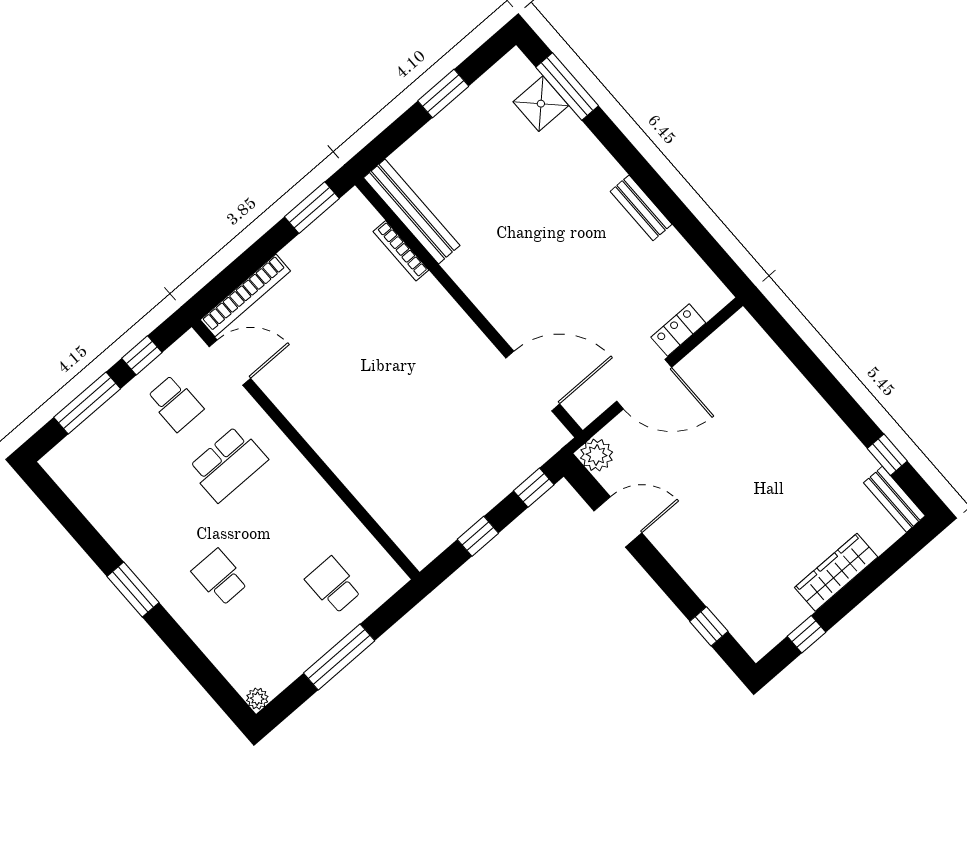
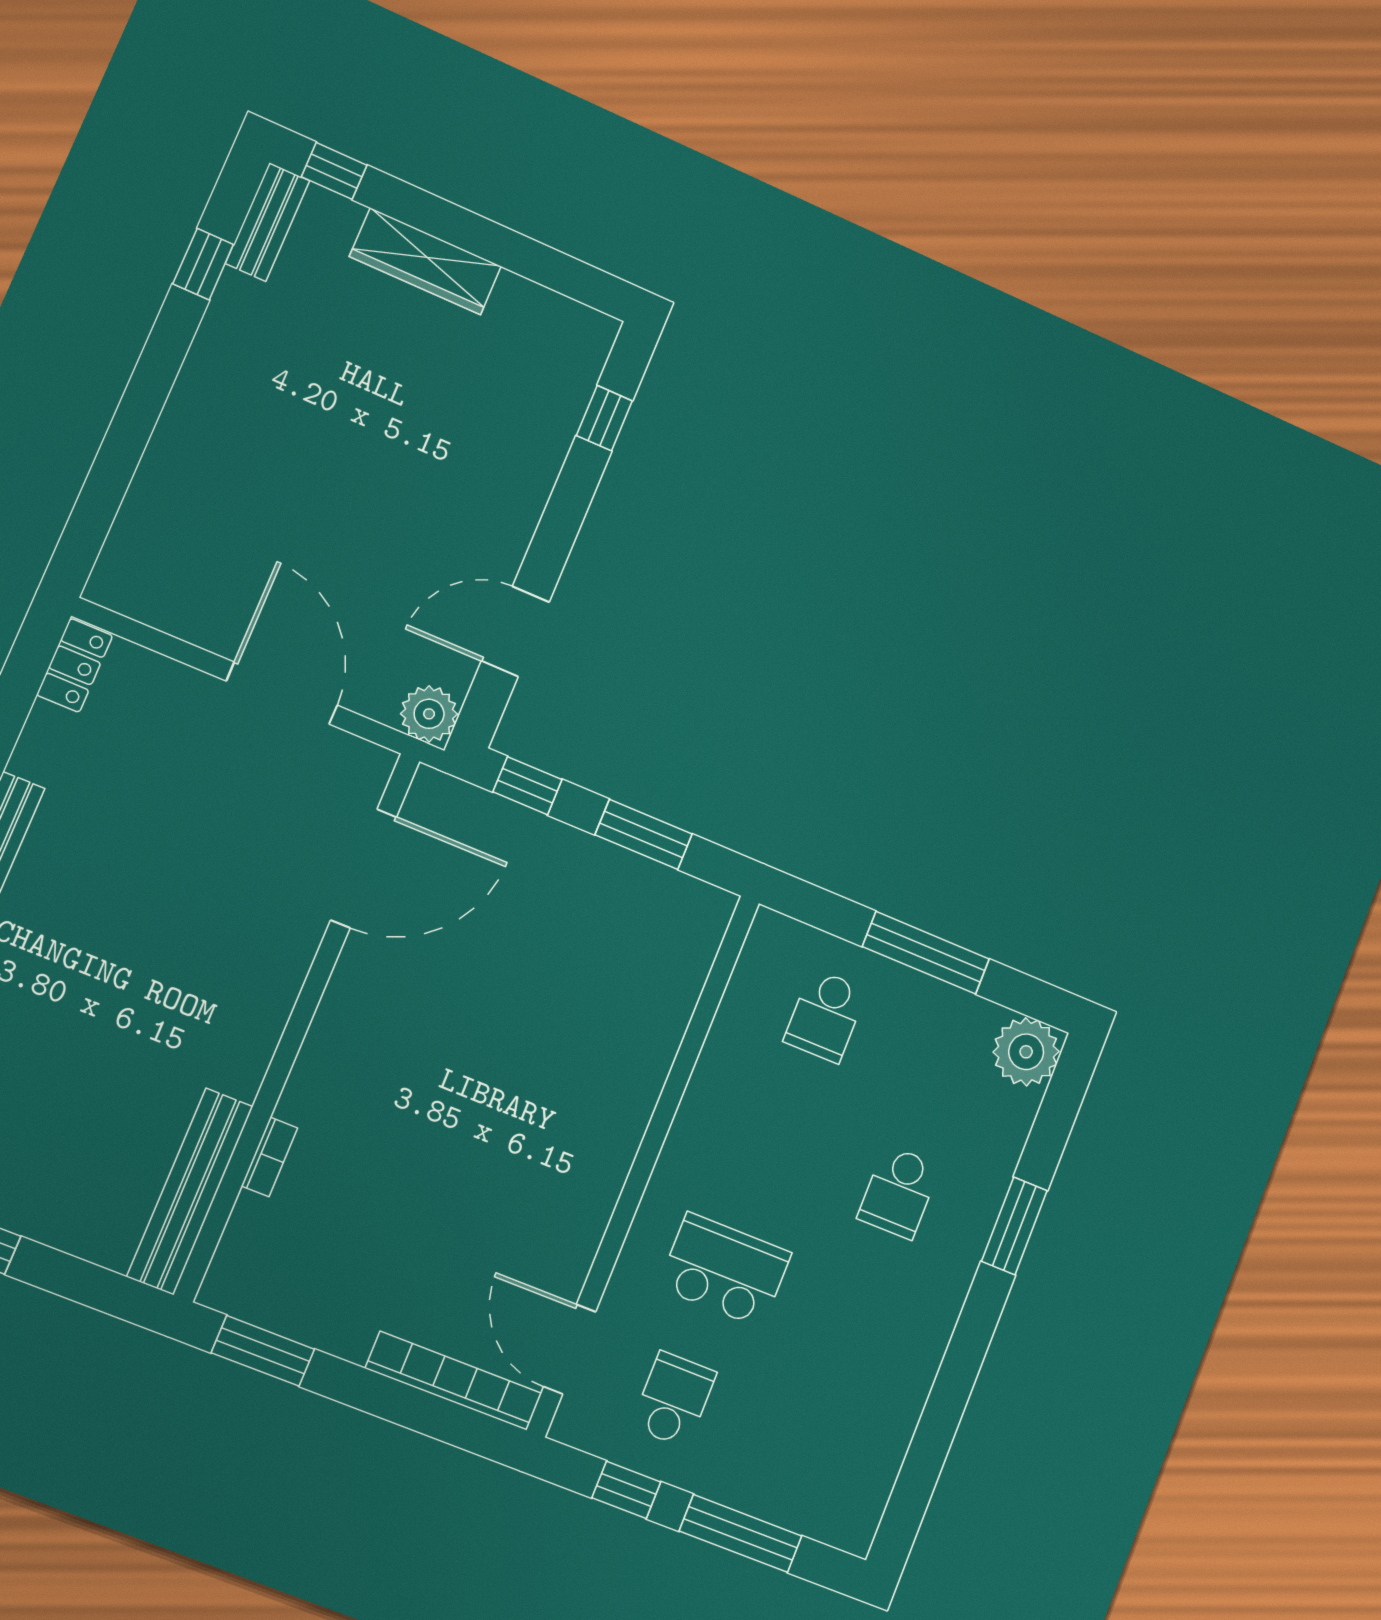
bookcase: (401, 251) -> (269, 1157), width x0.64
locker: (678, 330) -> (75, 665), moved, turned -90
door: (533, 381) -> (364, 868), swing flipped
door: (618, 522) -> (515, 631), hinge flipped
window: (478, 536) -> (644, 834), width x1.50
window: (133, 590) -> (1014, 1226), moved
window: (806, 634) -> (334, 171), moved
plant: (257, 699) -> (1026, 1052), width x1.88, depth x1.88

